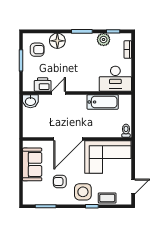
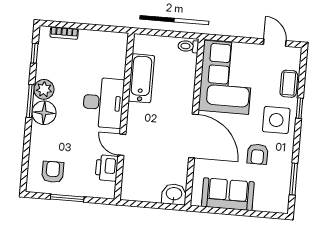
plant: (104, 39) -> (44, 89), moved
floor lamp: (57, 41) -> (44, 113), moved
desk: (115, 79) -> (103, 103), moved
washbasin: (30, 101) -> (174, 194), moved, turned -90

